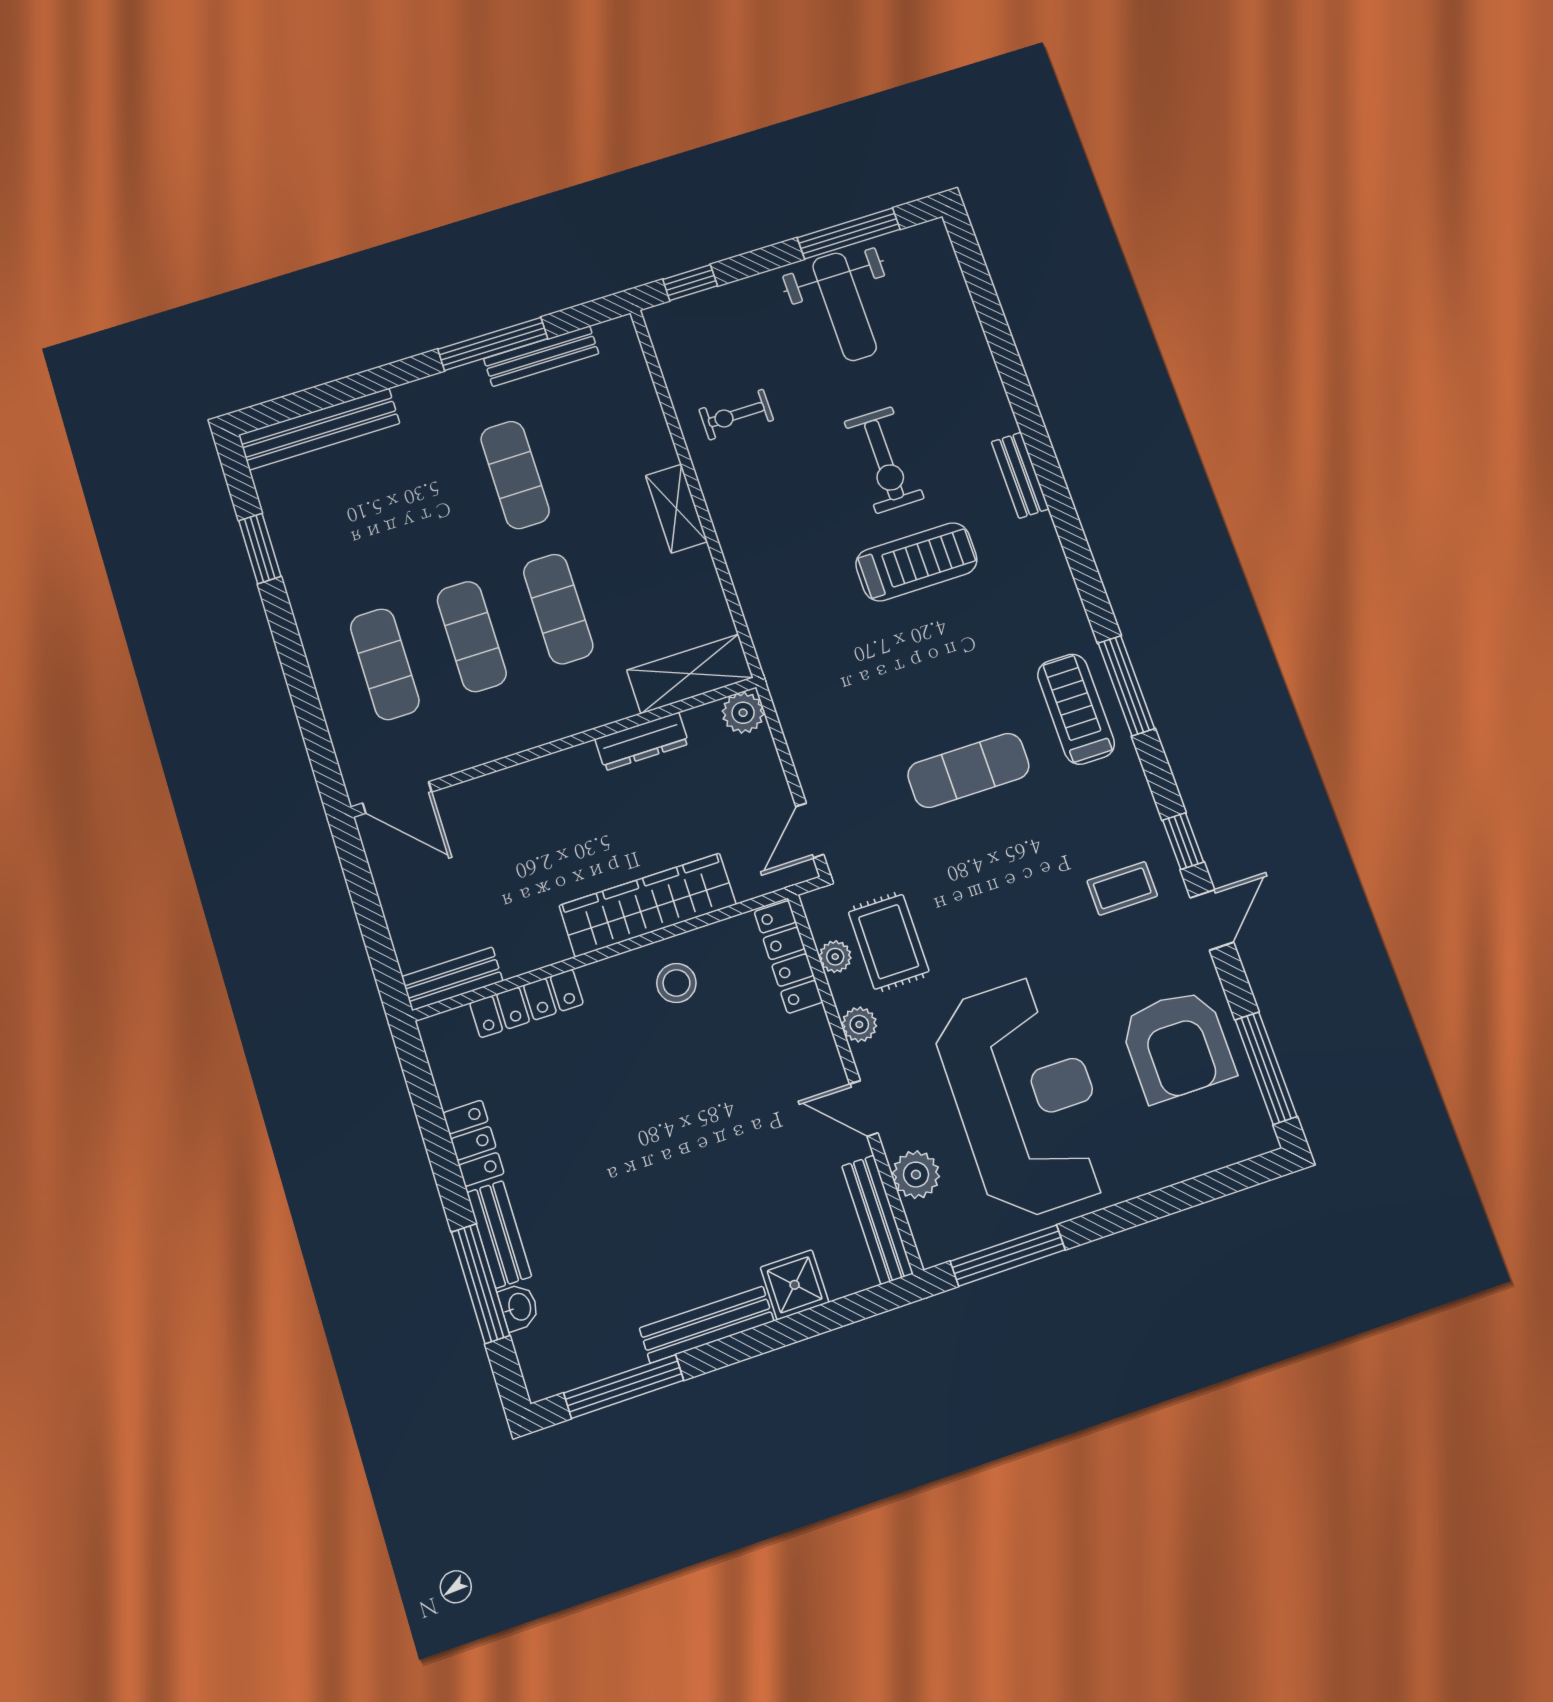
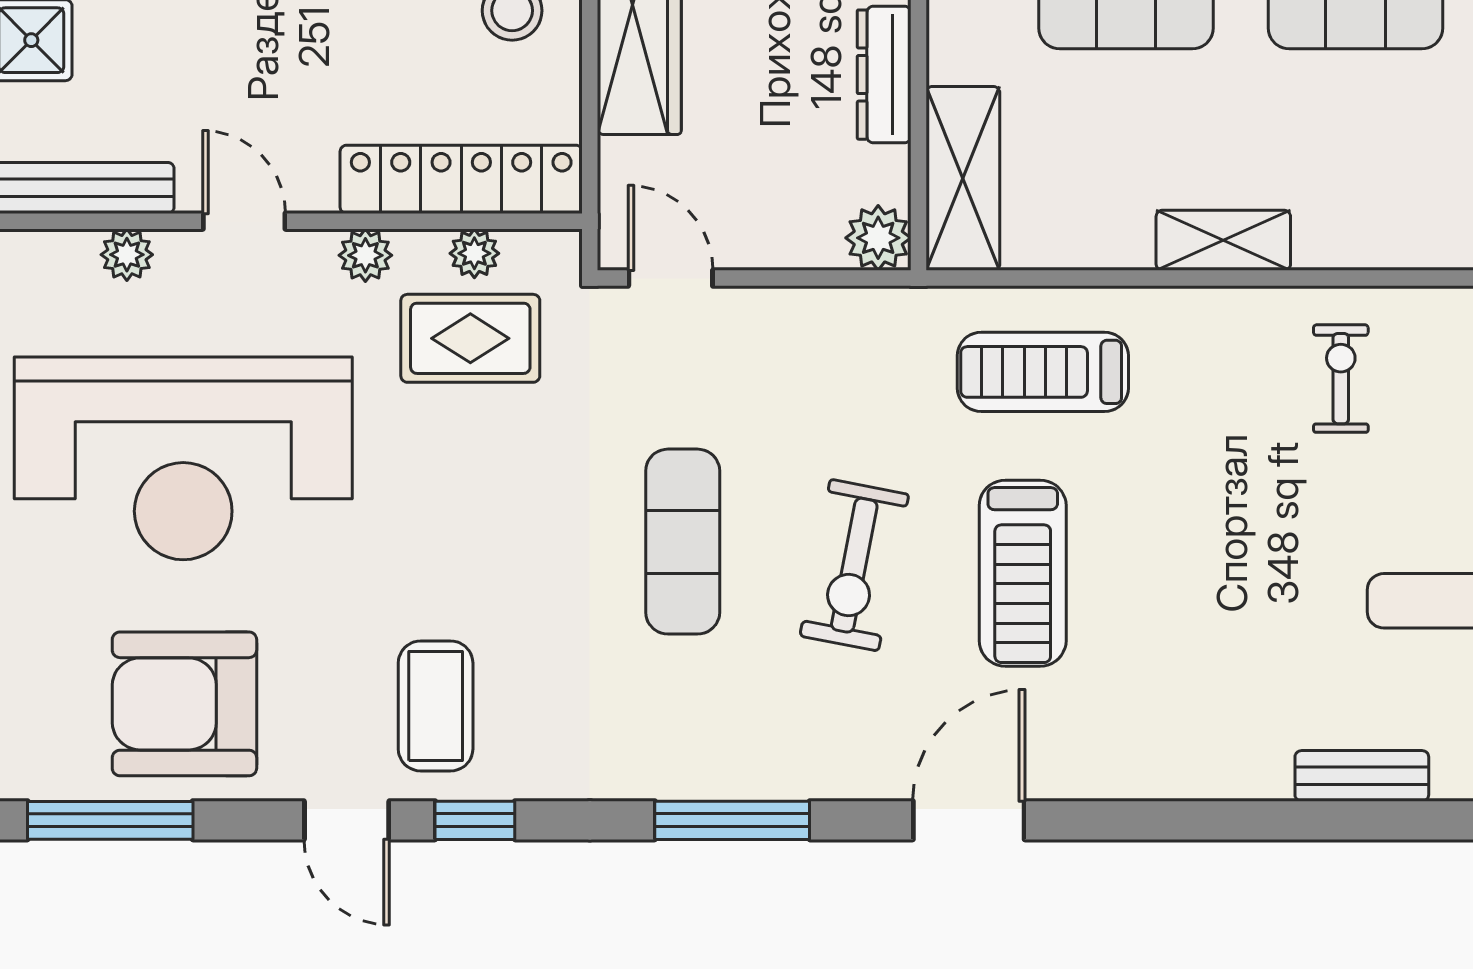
exercise bike: (884, 460) -> (854, 565), moved, turned -79
bench: (1020, 475) -> (1362, 776), moved
door: (1075, 546) -> (969, 820), added
treadmill: (1076, 709) -> (1043, 372), moved, turned 180
coffee table: (1122, 888) -> (436, 706), width x1.36, depth x1.30
locker: (788, 957) -> (461, 179), width x1.41, depth x1.21
door: (864, 1109) -> (244, 221), hinge flipped
plant: (916, 1175) -> (127, 255), width x0.73, depth x0.73

